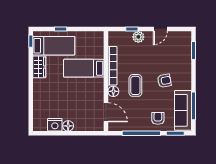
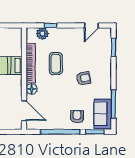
door: (160, 29) -> (91, 25), moved
plant: (138, 37) -> (42, 34), moved
coffee table: (135, 85) -> (56, 64), moved
sofa: (183, 110) -> (103, 114), width x0.73

